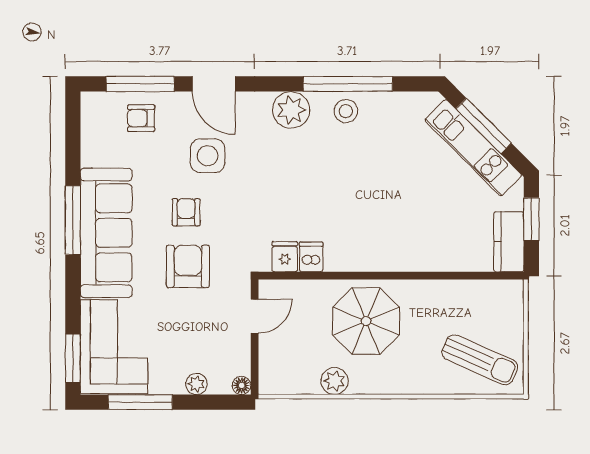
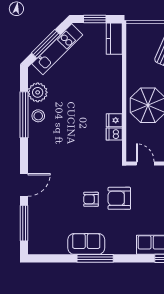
plant: (291, 110) -> (38, 92), moved
armchair: (141, 118) -> (42, 223), removed
side table: (208, 156) -> (62, 188), removed
sofa: (106, 233) -> (86, 244), width x0.54, depth x0.79
kitchen counter: (509, 242) -> (114, 39), moved, turned 90
fridge: (285, 257) -> (114, 120), moved

